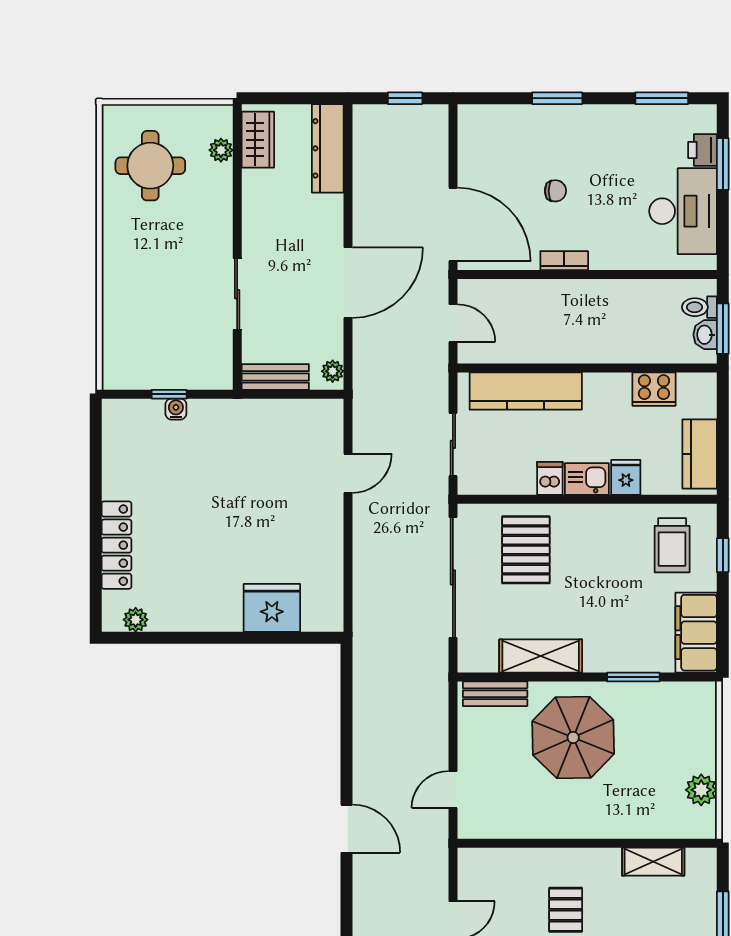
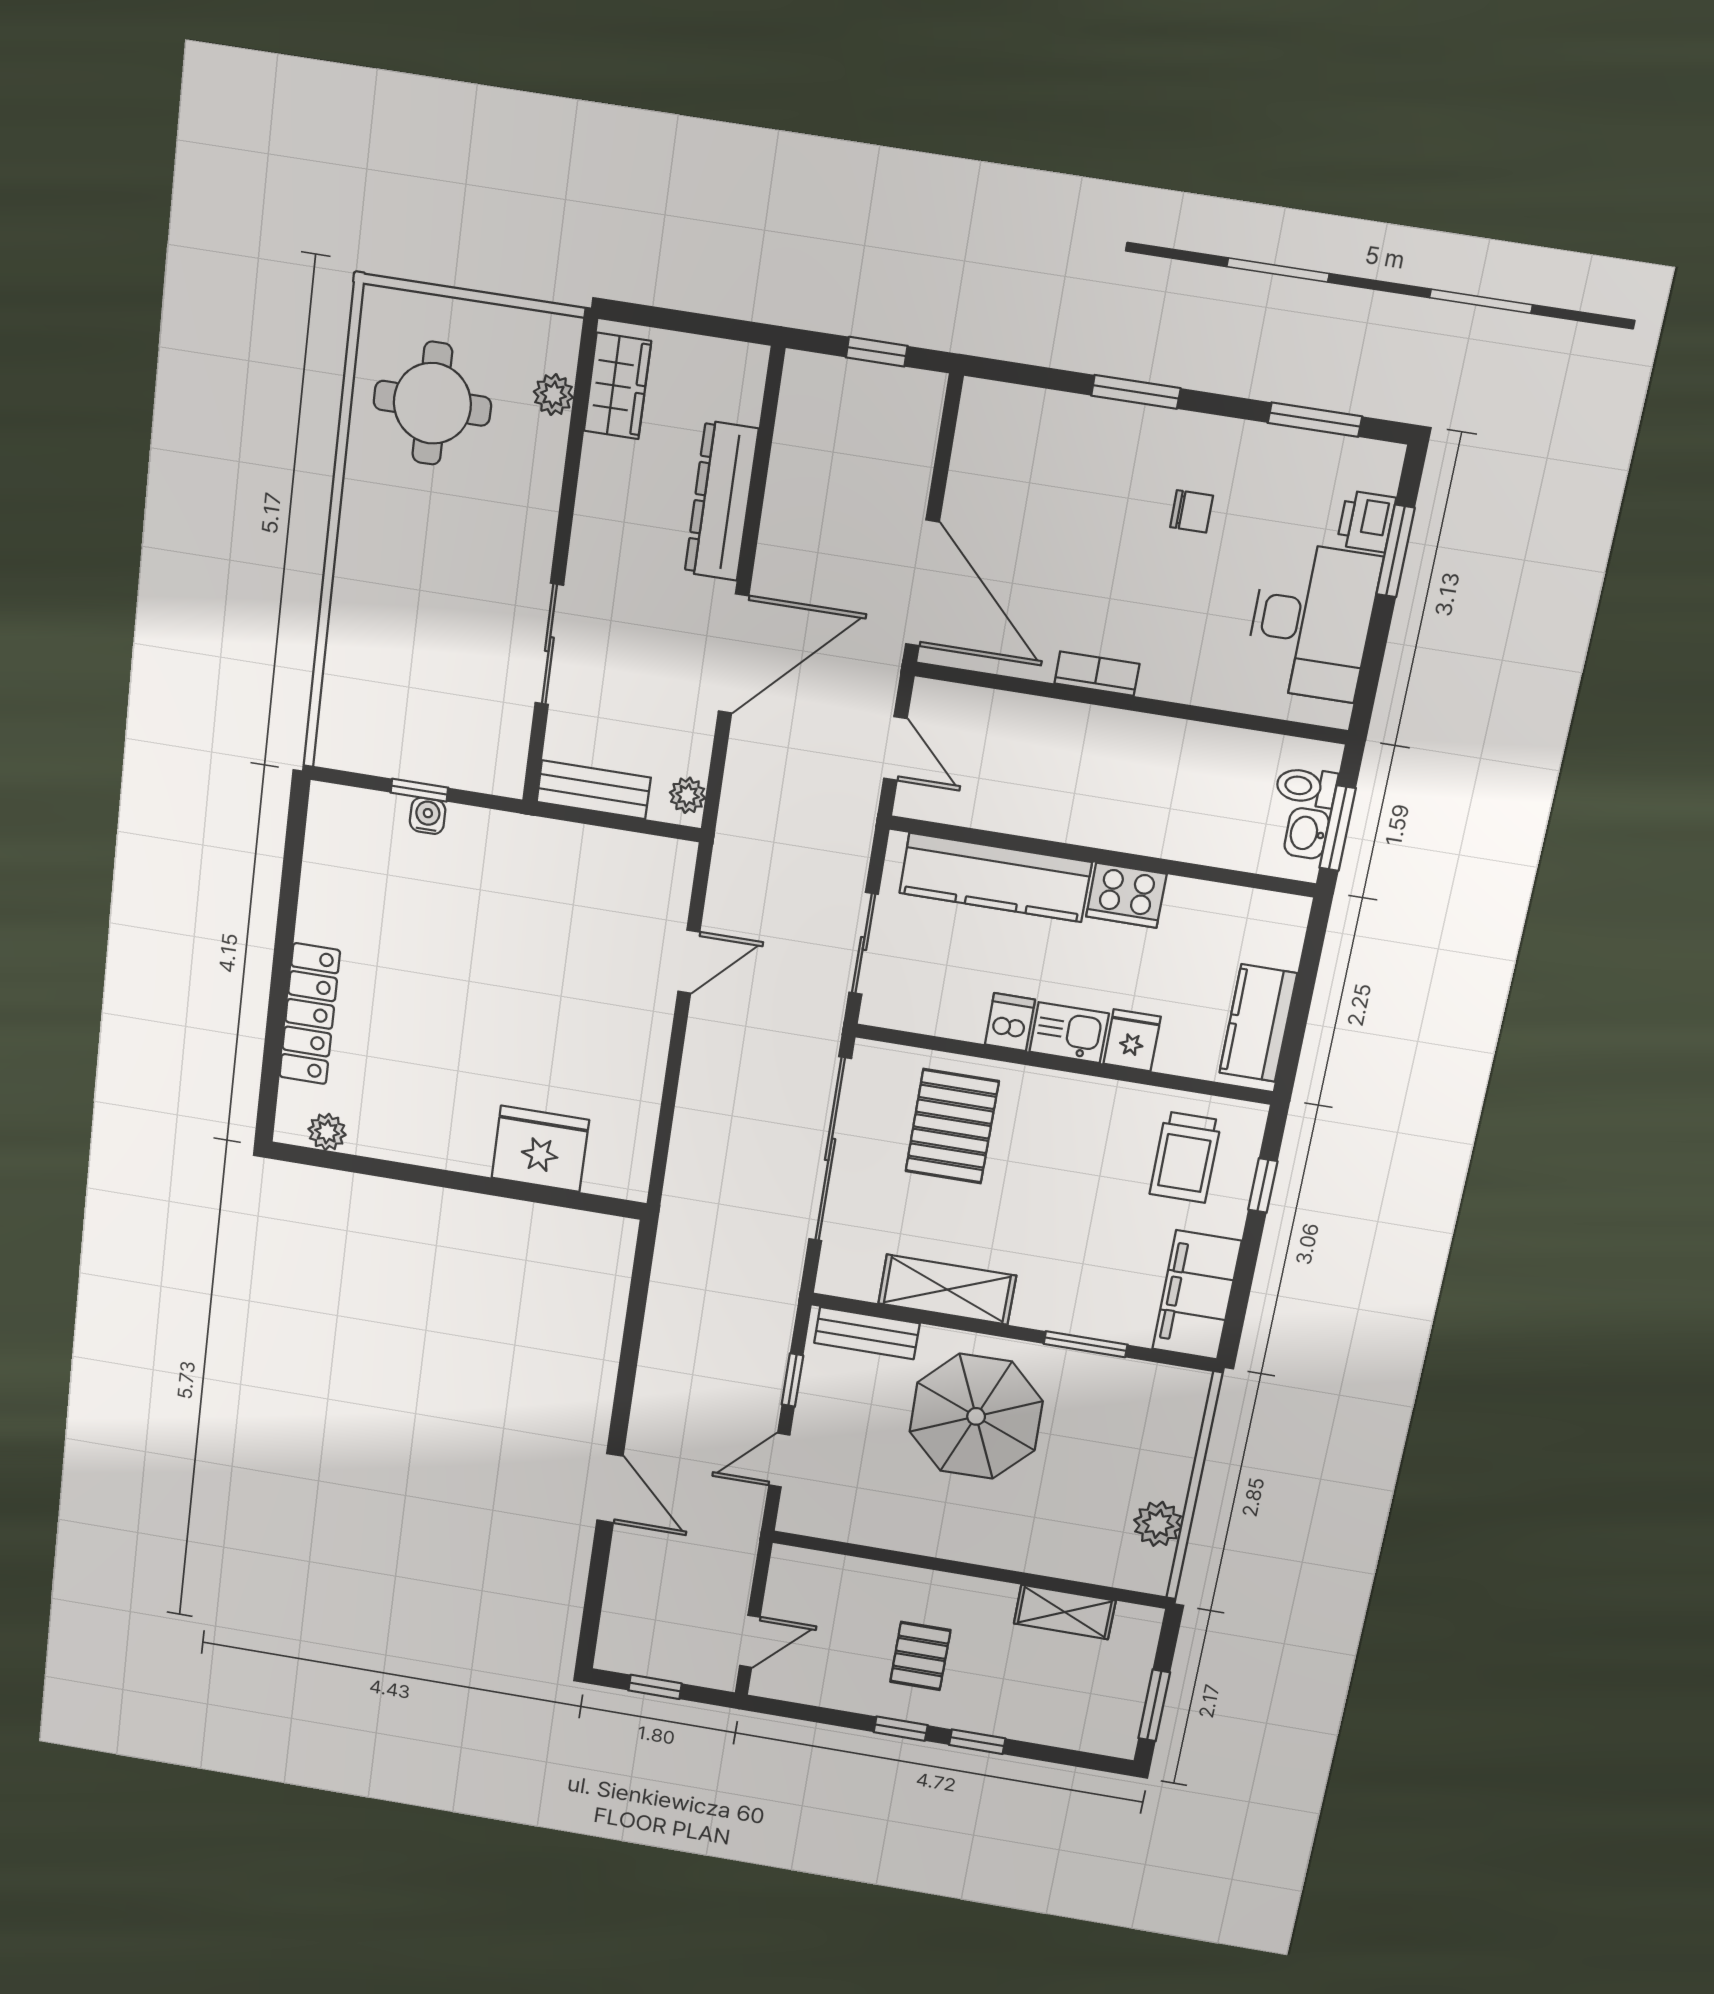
dresser: (328, 148) -> (721, 501), moved
chair: (555, 191) -> (1192, 511), moved
cooker: (654, 389) -> (1126, 895), moved
window: (453, 734) -> (792, 1380), added

